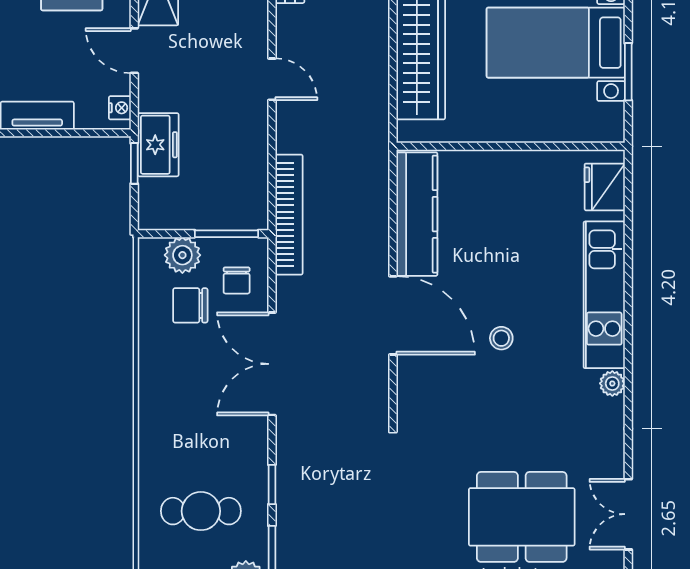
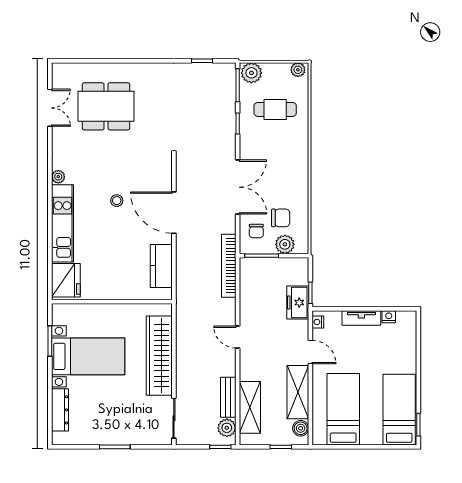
fridge: (605, 187) -> (66, 280), width x1.36, depth x1.34
kitchen counter: (417, 214) -> (161, 266), width x0.67
chair: (237, 280) -> (256, 231), turned 180

